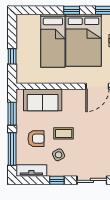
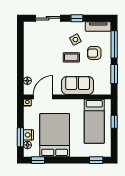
window: (72, 10) -> (96, 160), moved
bed: (53, 41) -> (94, 121), moved, turned 180
sofa: (43, 100) -> (78, 86), moved

